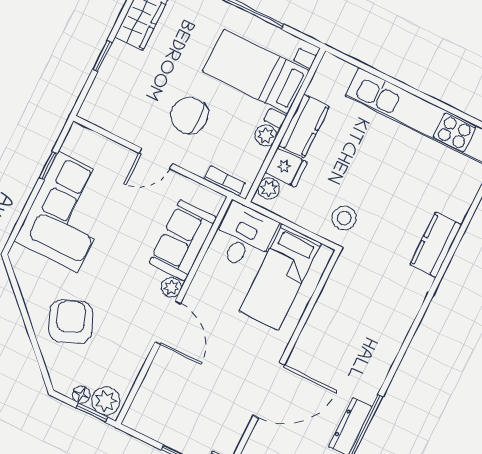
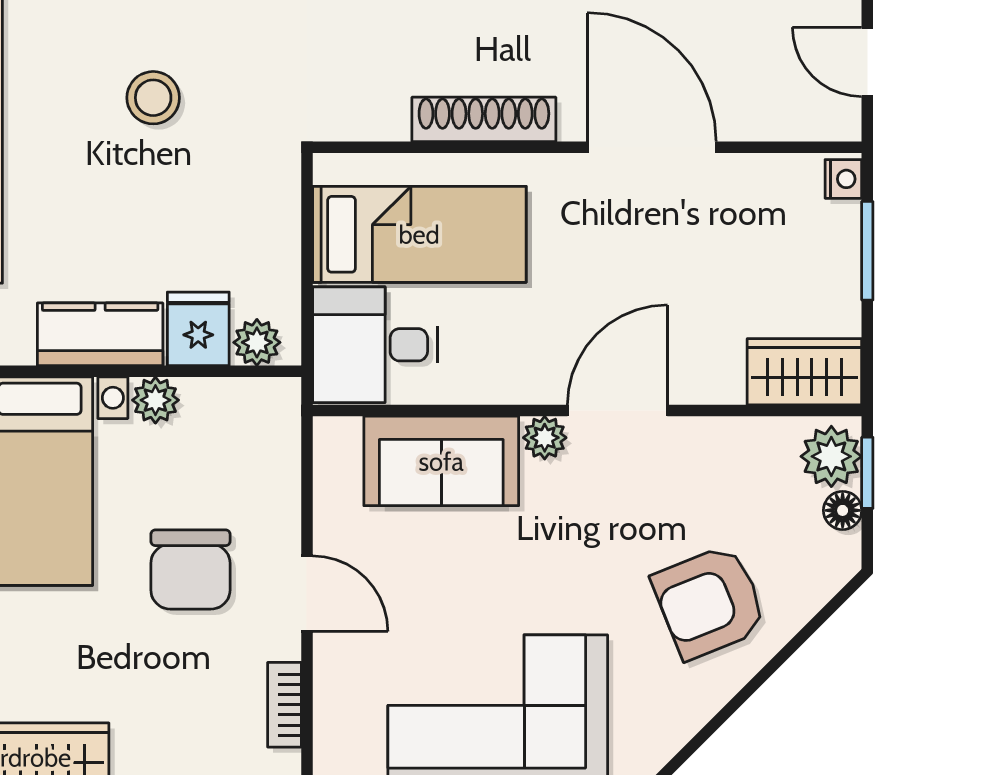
bookcase: (225, 181) -> (284, 705), moved
stool: (344, 218) -> (153, 98), moved
shoe rack: (314, 327) -> (484, 119), added
wardrobe: (146, 407) -> (804, 372), added

